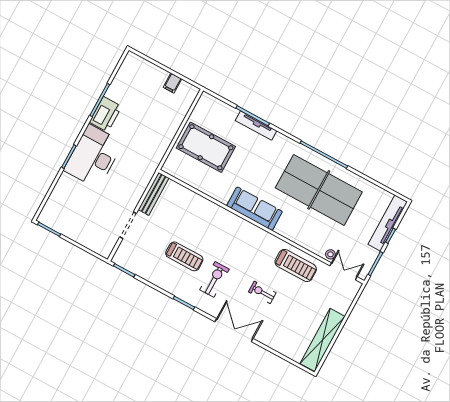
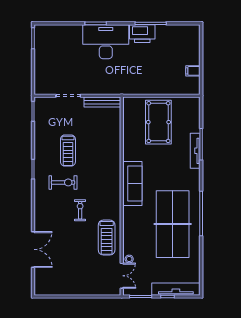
exercise bike: (262, 292) -> (80, 210), moved
double door: (234, 330) -> (33, 249), moved
shelving: (322, 340) -> (62, 288), removed

